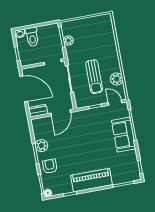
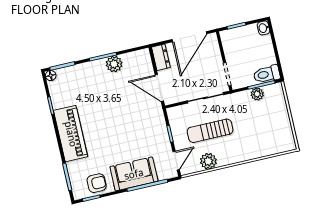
toilet: (32, 37) -> (267, 74), moved
armchair: (50, 166) -> (97, 183), moved

